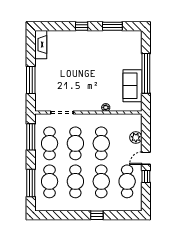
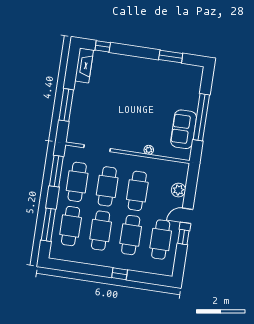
window: (82, 26) -> (103, 46), moved

